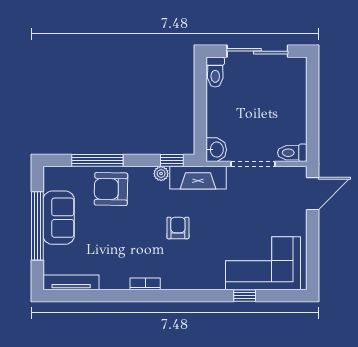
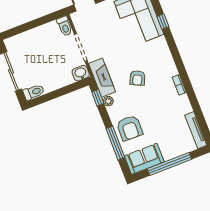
sofa: (59, 218) -> (144, 159), moved
armchair: (178, 228) -> (137, 78), turned -65

